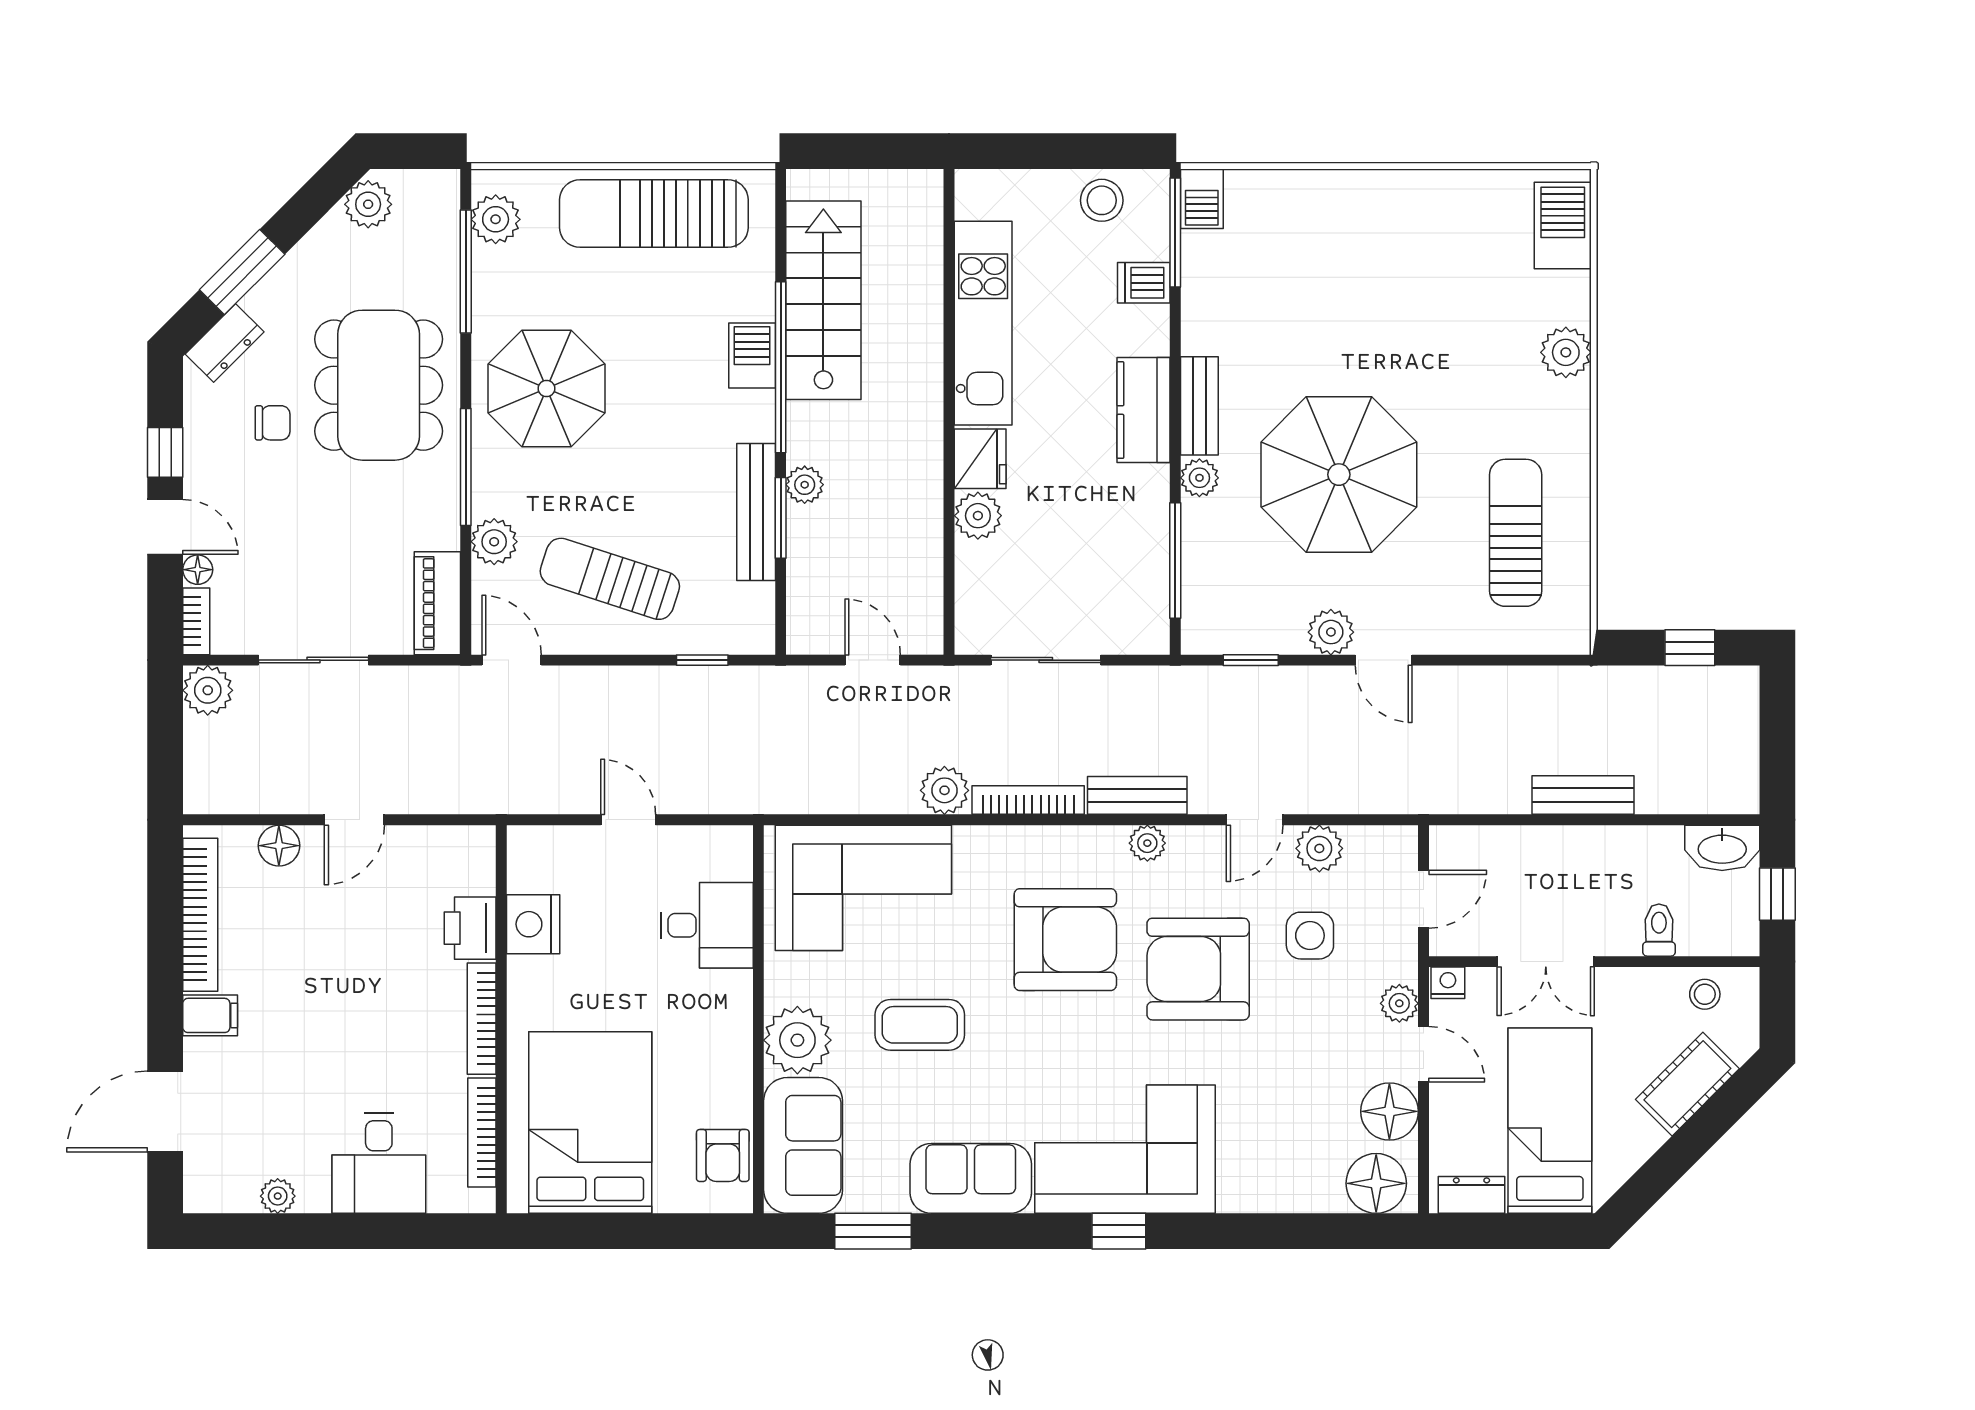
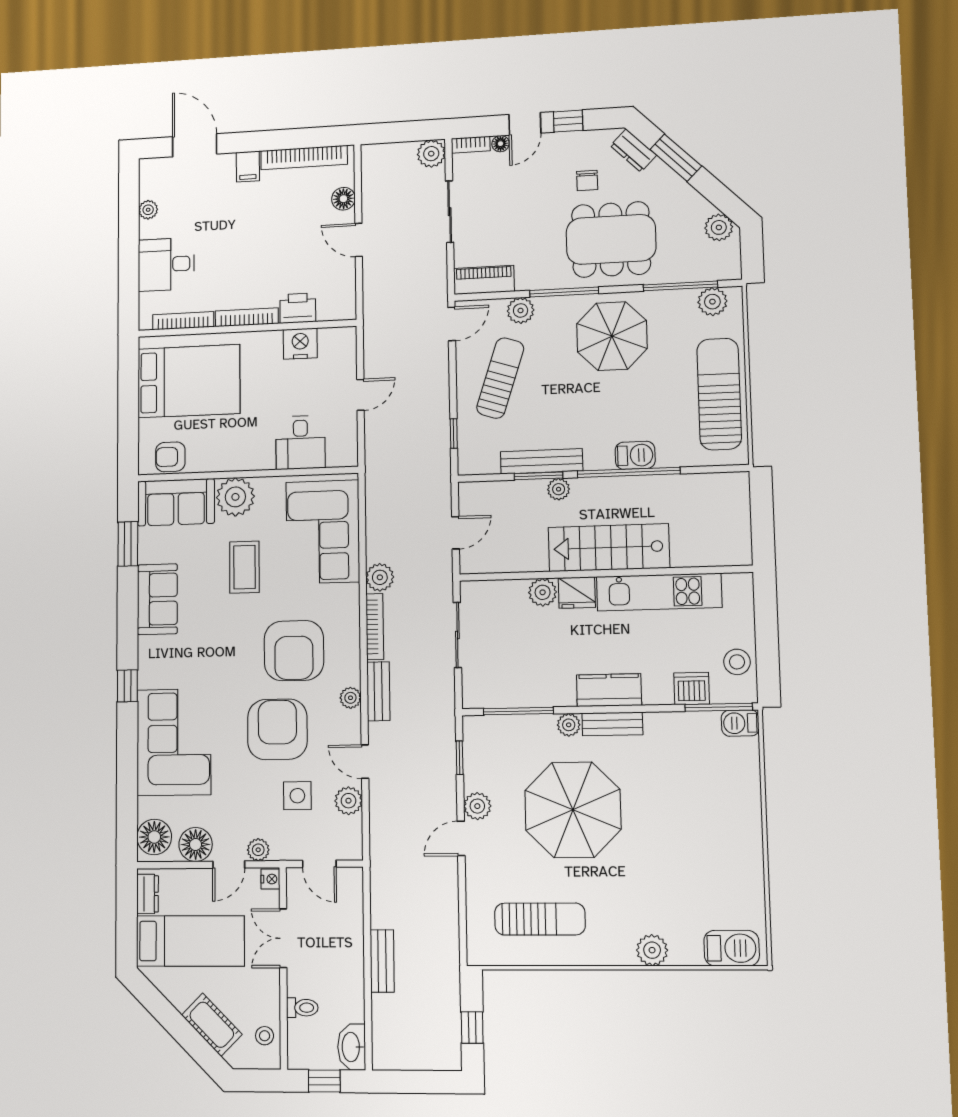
dishwasher: (1144, 283) -> (692, 689), width x1.38
stairs: (823, 300) -> (609, 548), moved, turned 180
corner sofa: (1125, 1149) -> (174, 742), moved

